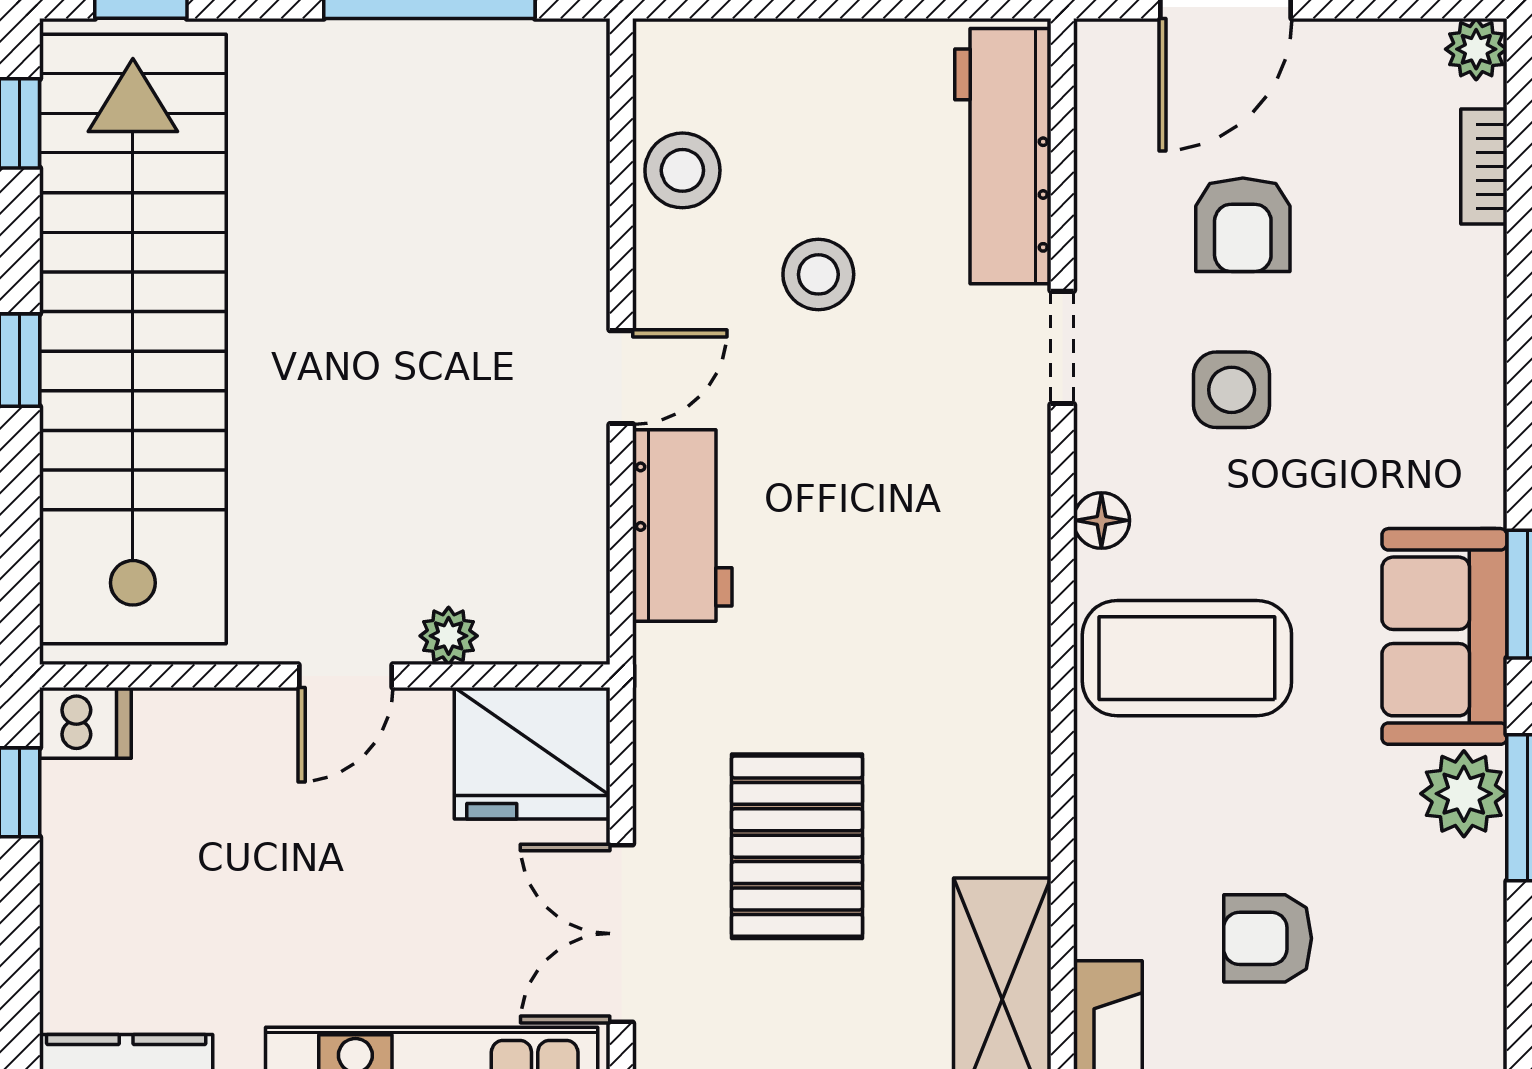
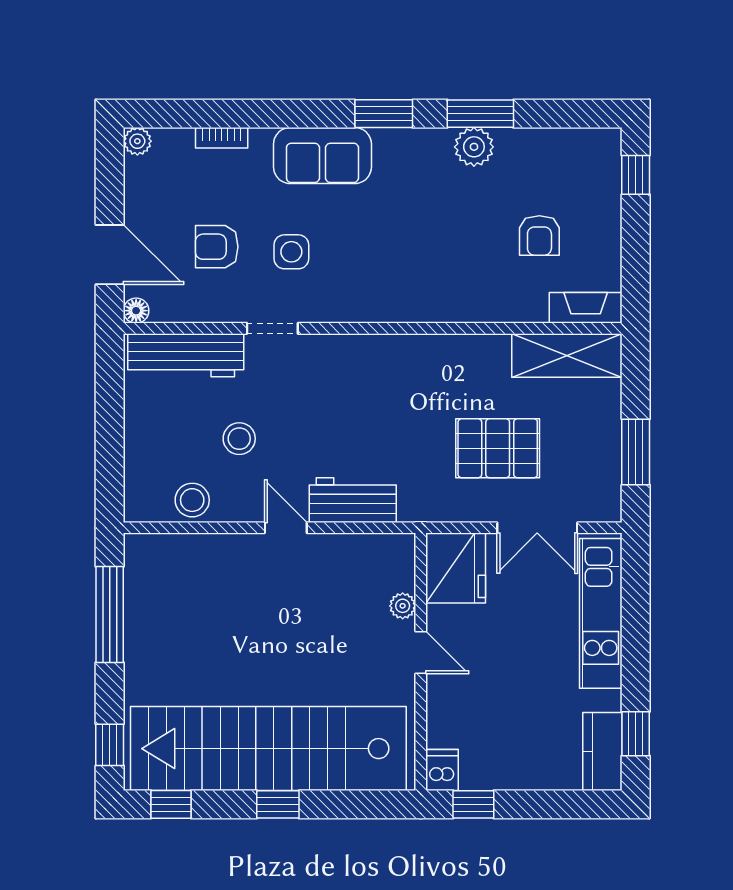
bookcase: (1484, 167) -> (222, 138), moved
armchair: (1243, 225) -> (217, 247), turned 180
floor lamp: (1101, 520) -> (136, 311), moved
sofa: (1445, 636) -> (322, 156), moved
coffee table: (1187, 658) -> (413, 272), removed

